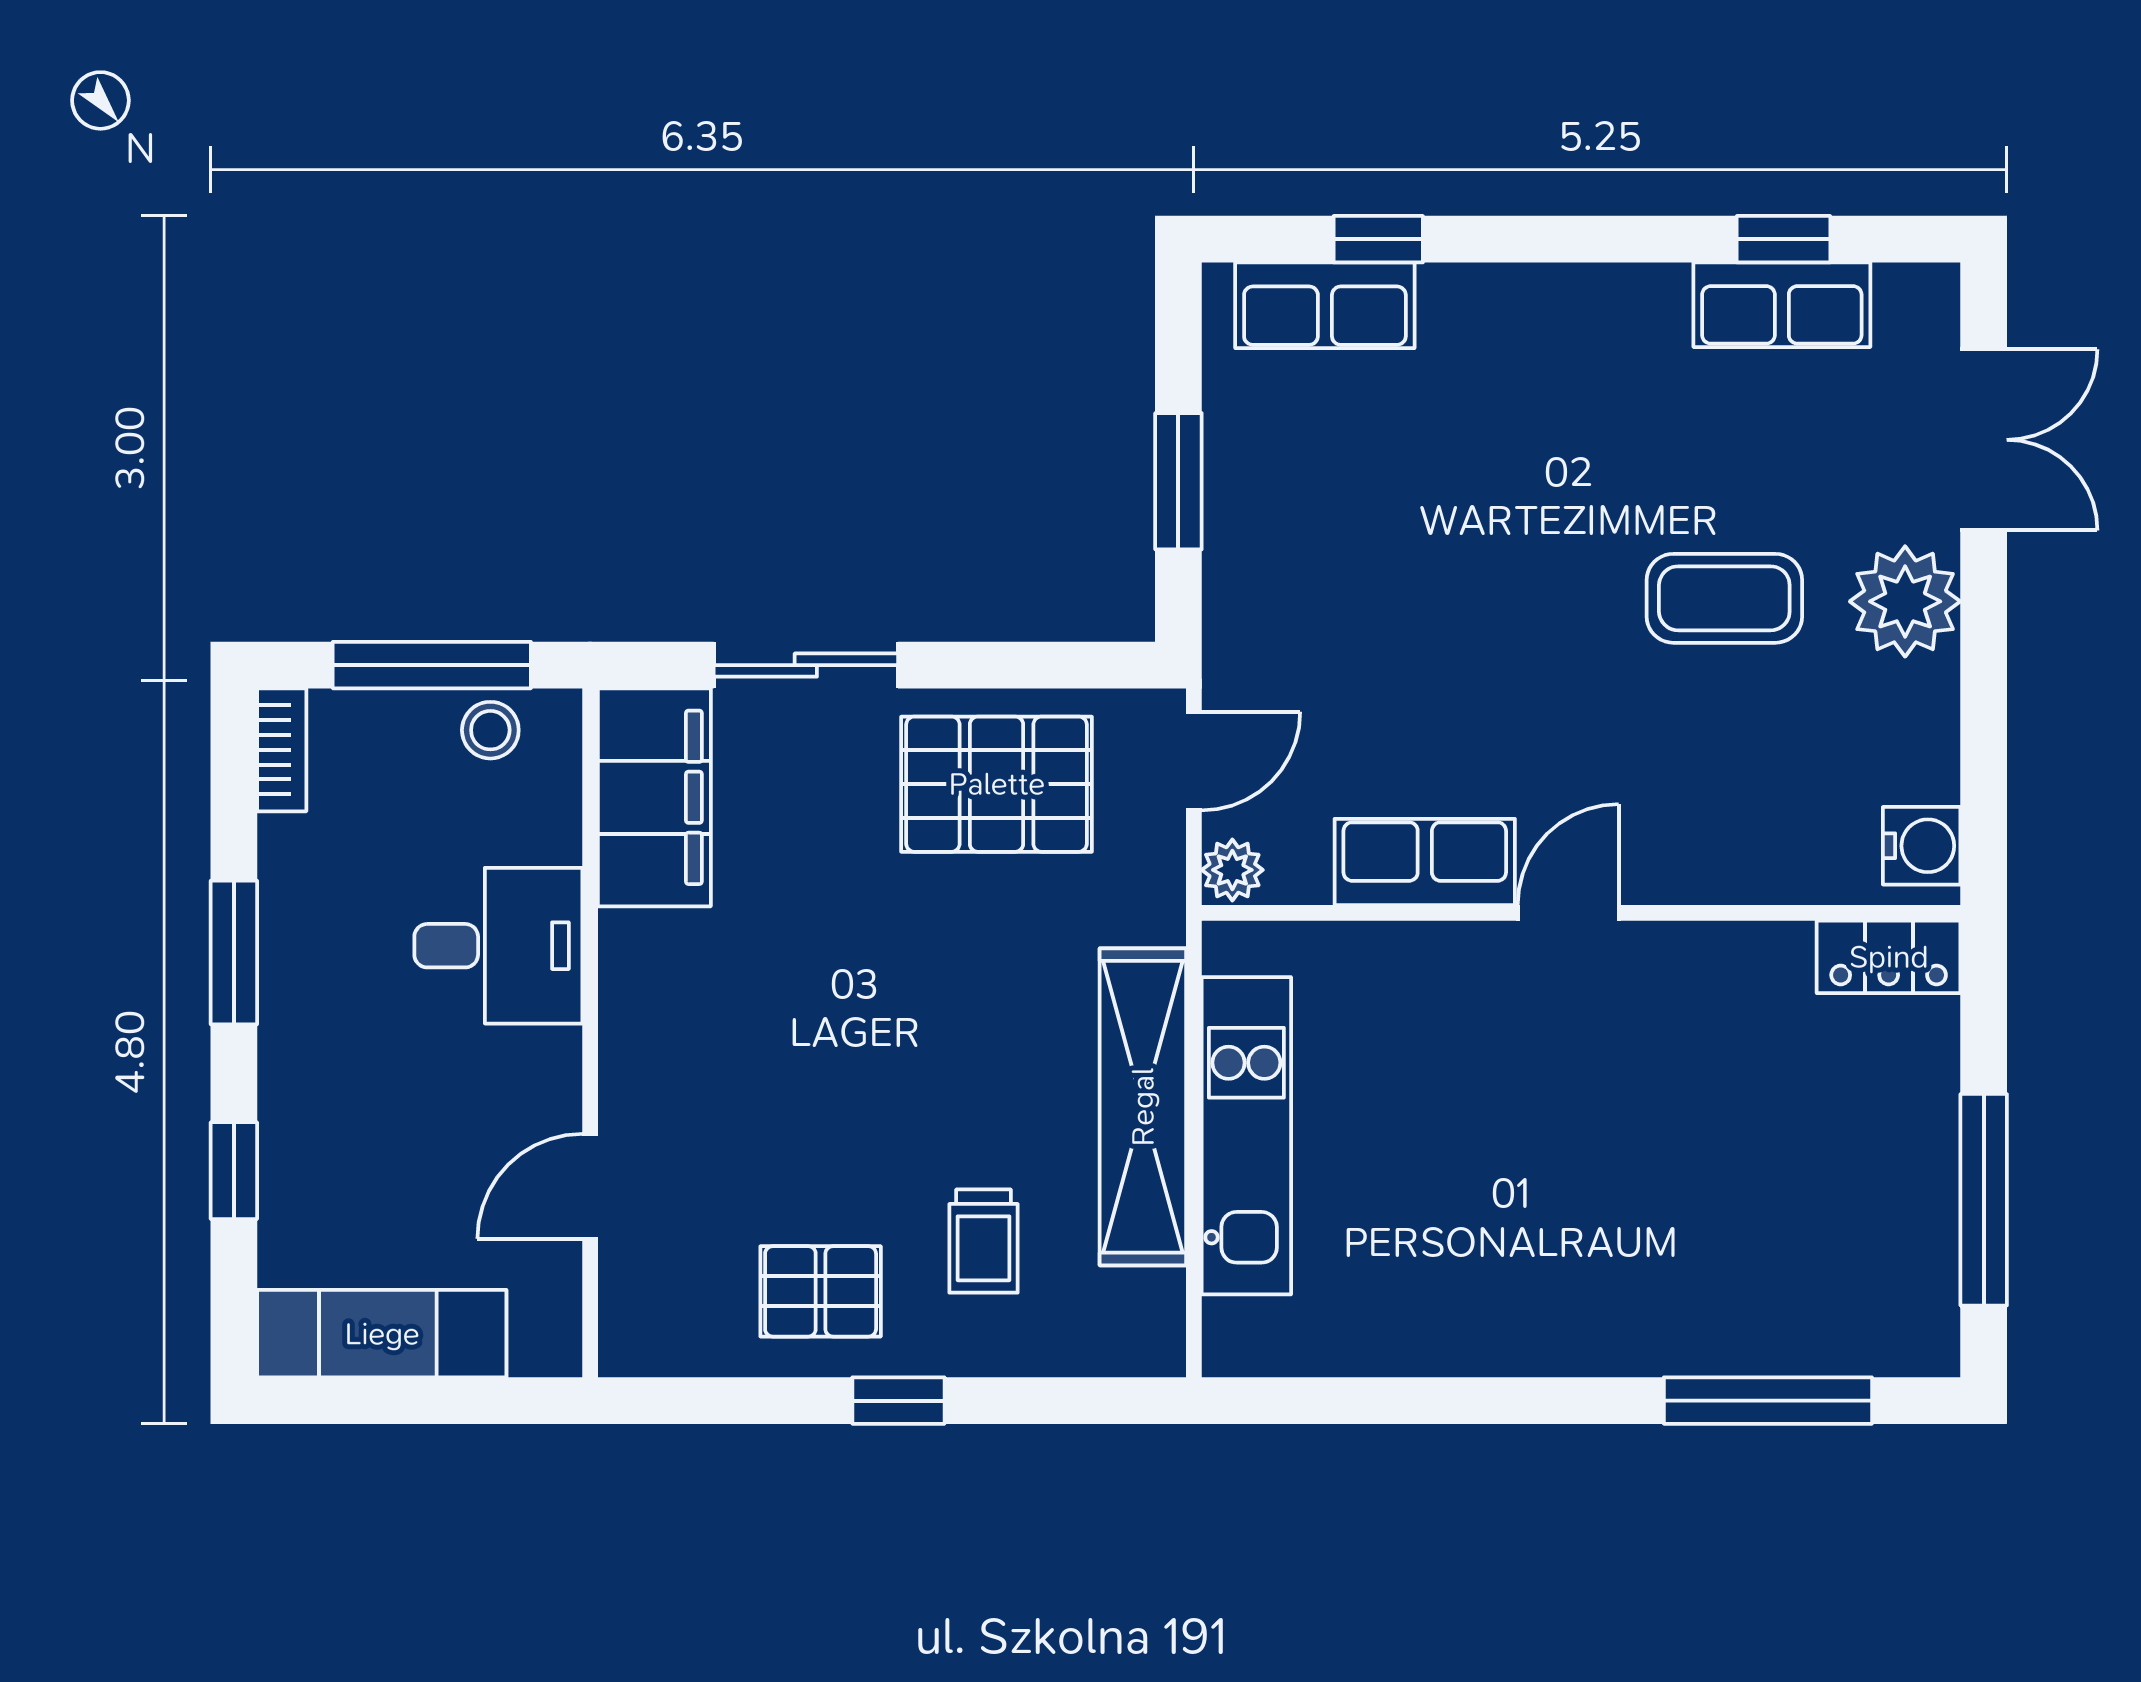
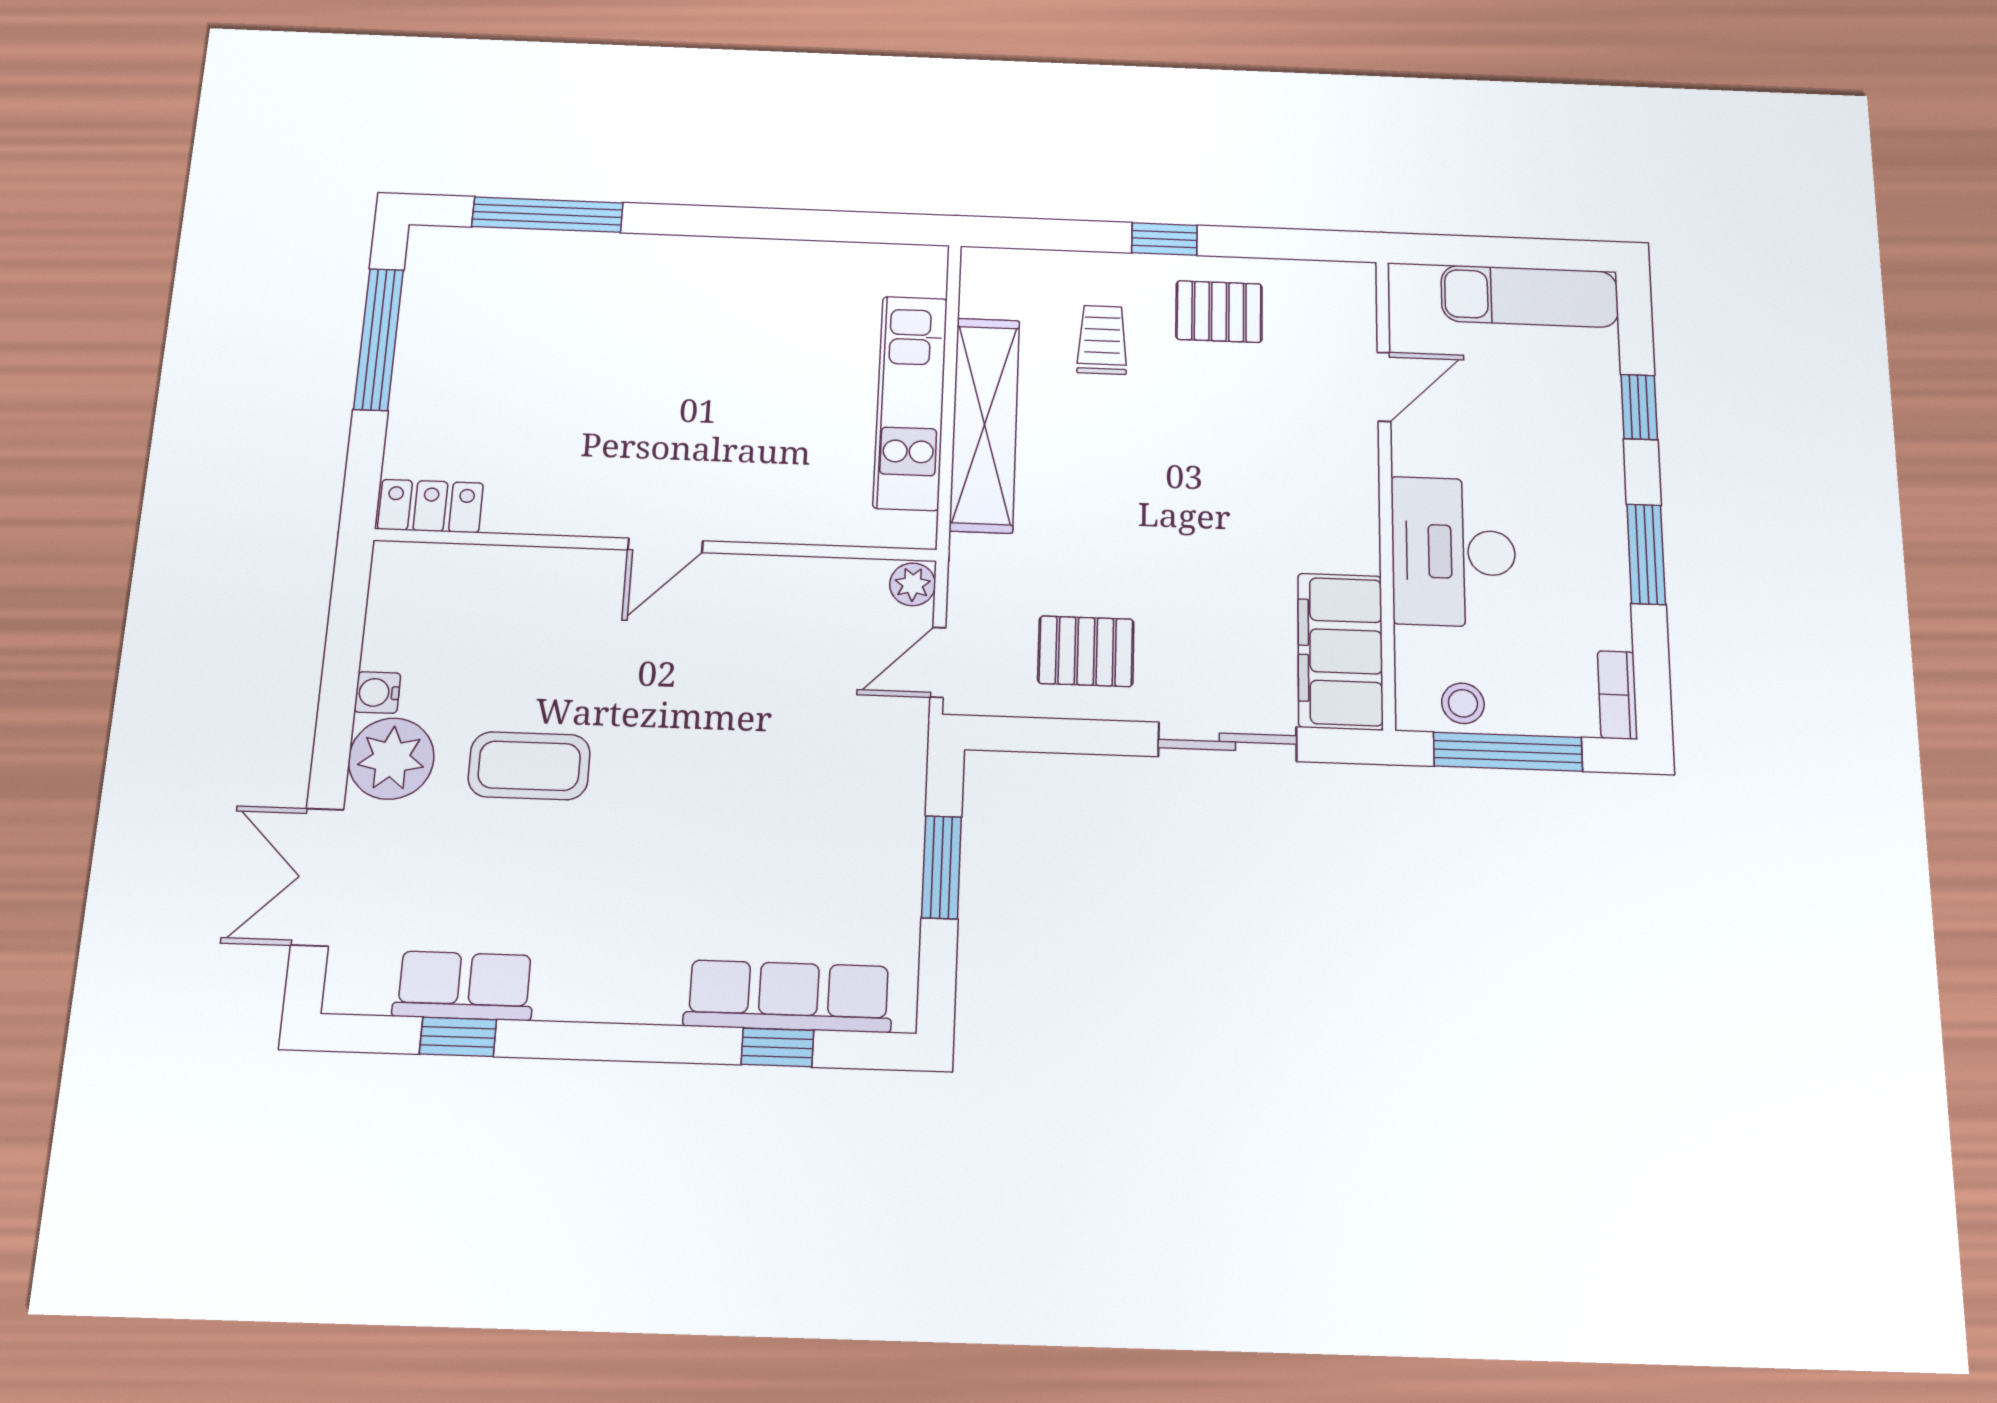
row of seats: (1325, 305) -> (789, 996), width x1.48
pallet: (997, 784) -> (1086, 651), width x0.67, depth x0.71
water cooler: (1922, 846) -> (377, 693), moved, width x0.72, depth x0.72
row of seats: (1425, 862) -> (769, 585), removed
desk: (498, 946) -> (1453, 552), width x1.37

